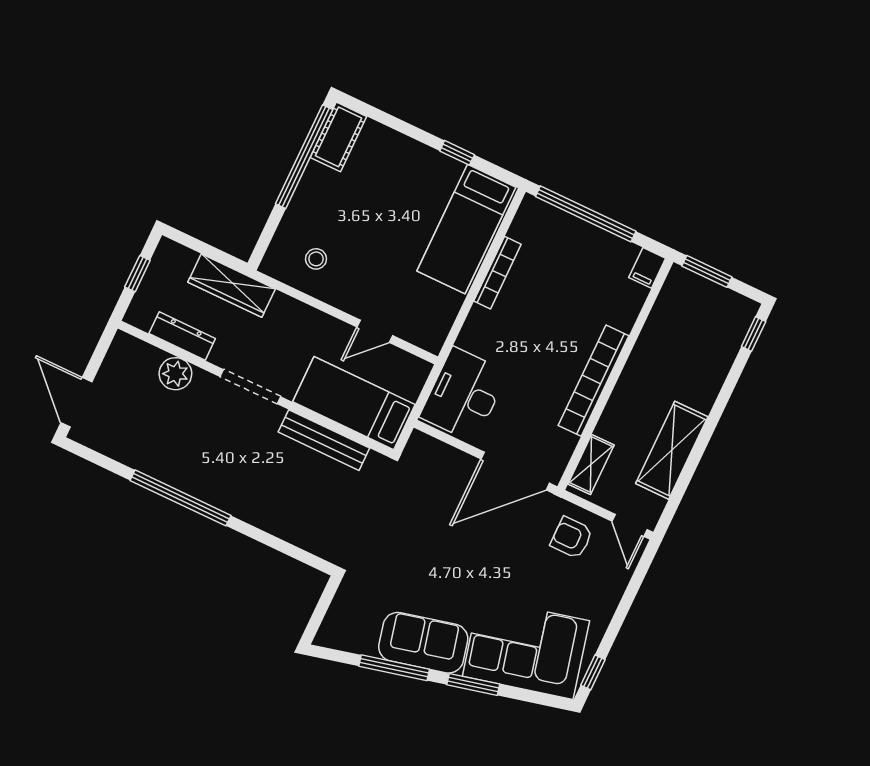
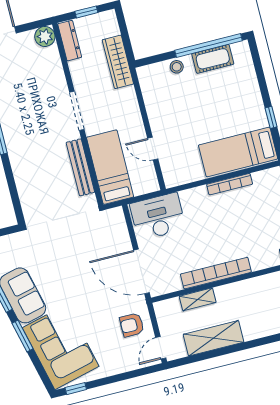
cot: (338, 137) -> (213, 59), moved
stool: (316, 259) -> (177, 67), moved
dresser: (182, 336) -> (70, 41), moved
plant: (175, 374) -> (45, 36), moved
shelving: (591, 464) -> (198, 299), moved
armchair: (572, 538) -> (132, 325), turned -90

